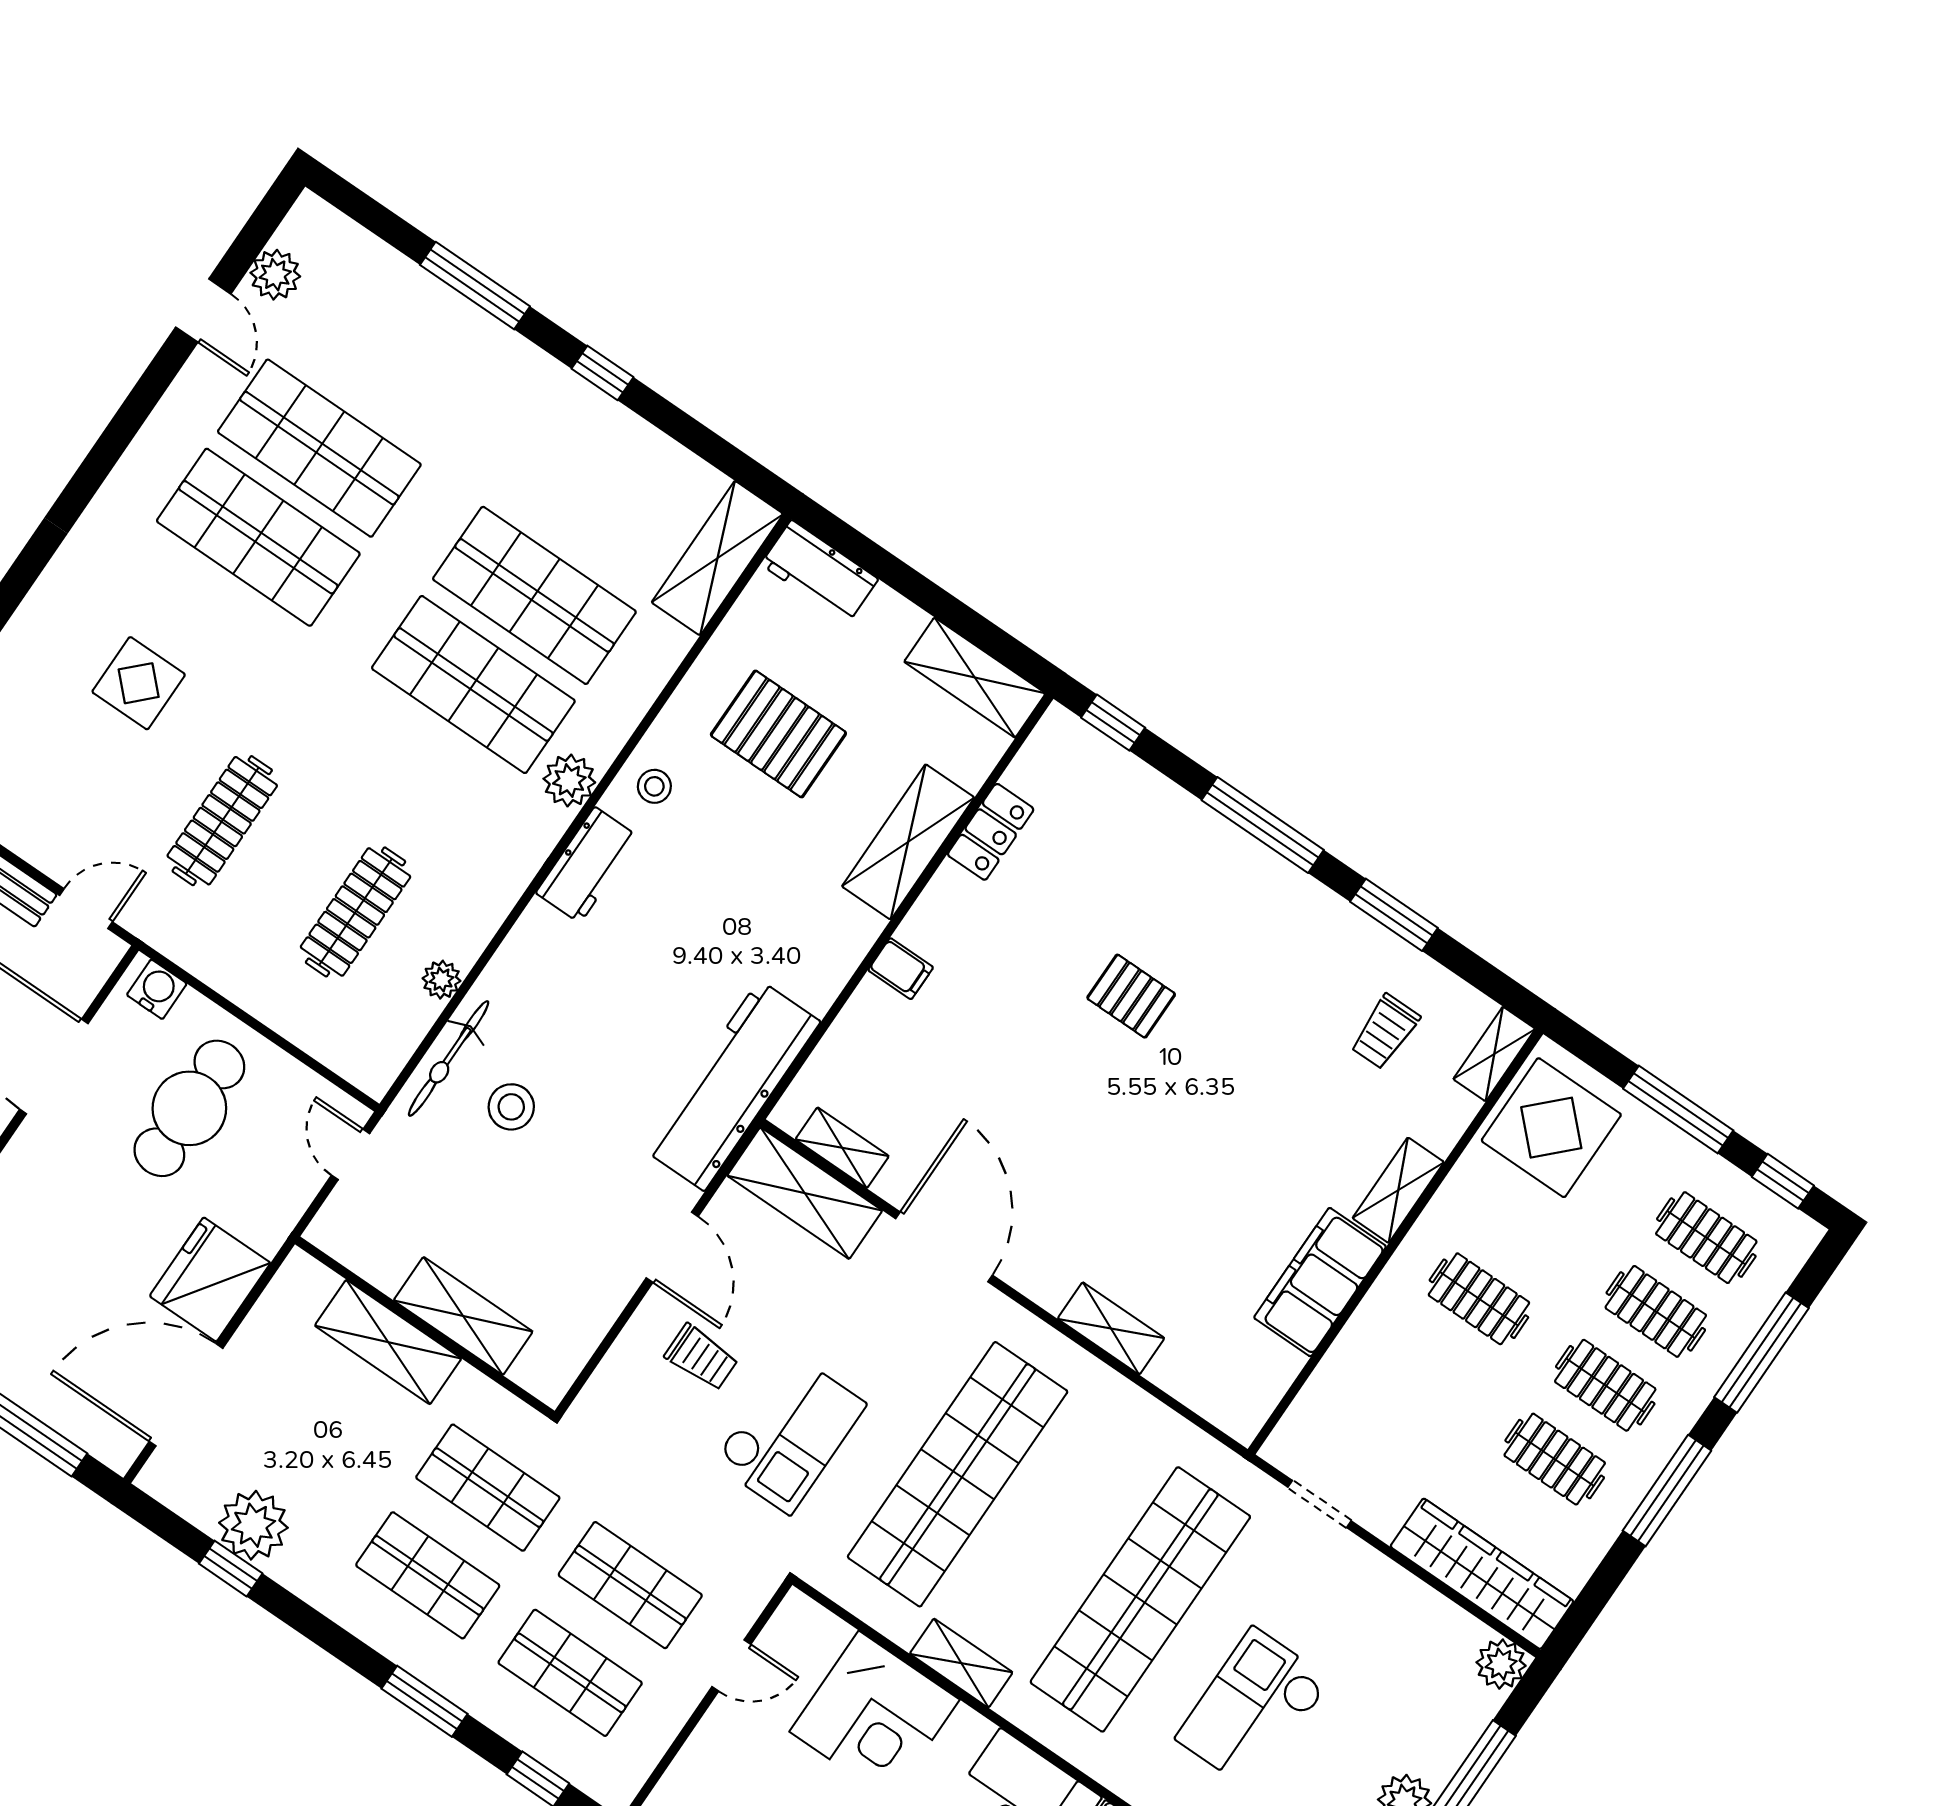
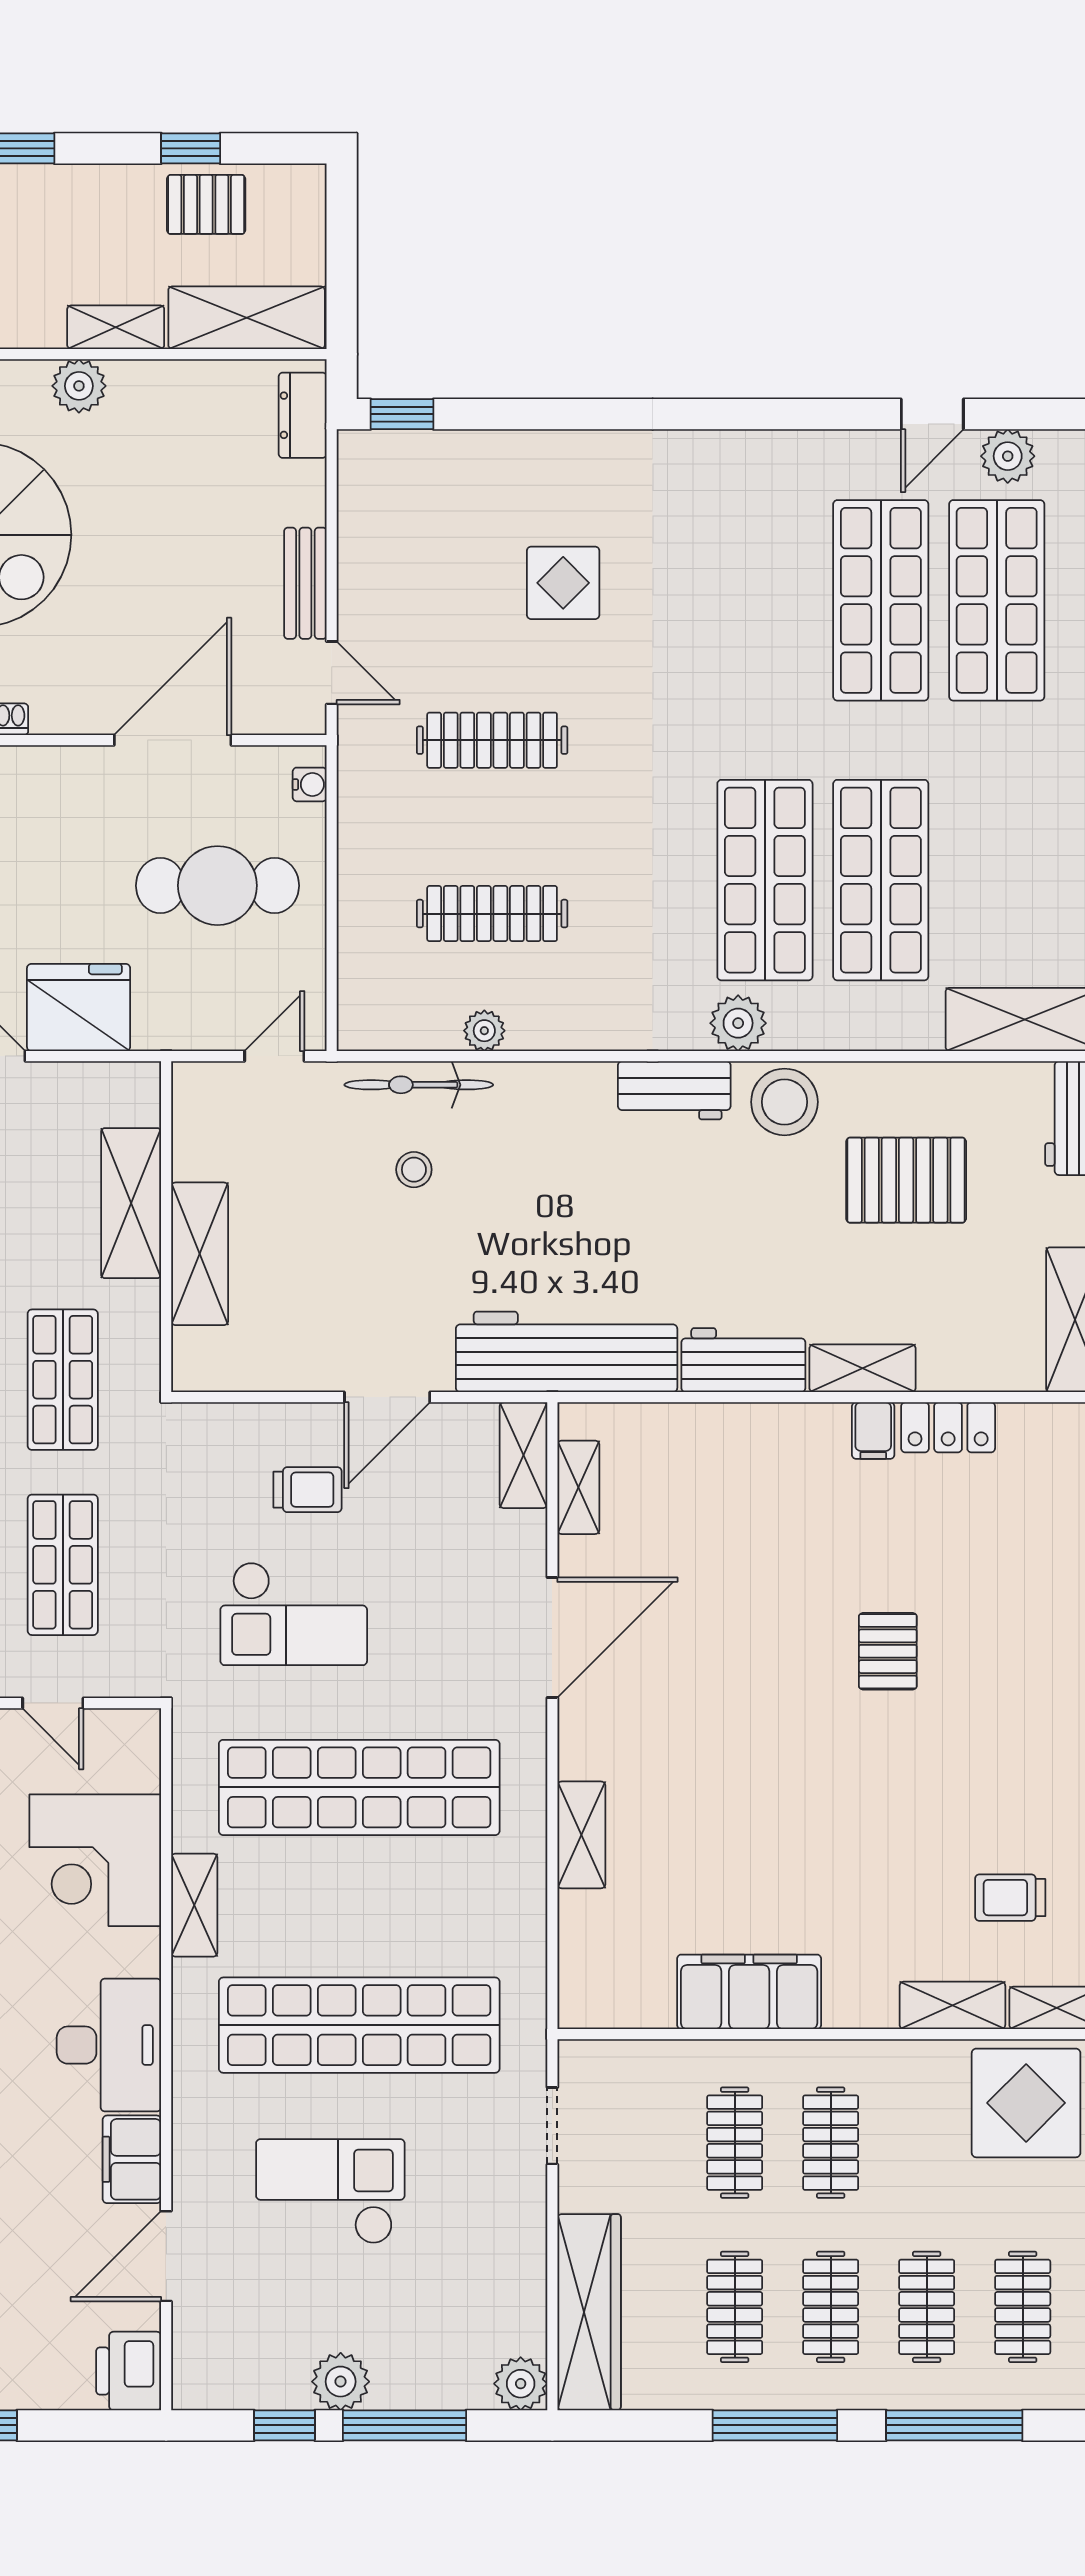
shop shelf: (258, 537) -> (997, 600), moved
pallet: (778, 734) -> (906, 1180), turned 90
stool: (654, 786) -> (784, 1102), width x1.89, depth x1.89
shelving: (908, 842) -> (863, 1368), width x0.67, depth x0.75
workbench: (831, 954) -> (743, 1360), added
filing cabinet: (901, 969) -> (873, 1431), moved
water cooler: (157, 989) -> (310, 784), width x0.72, depth x0.72
stool: (511, 1107) -> (414, 1170), width x0.73, depth x0.73
shelving: (1398, 1190) -> (952, 2005), moved
shelving: (805, 1193) -> (523, 1455), width x0.67, depth x0.75
trolley: (701, 1357) -> (308, 1490), turned -90
clothes rail: (1428, 1373) -> (735, 2143), added

